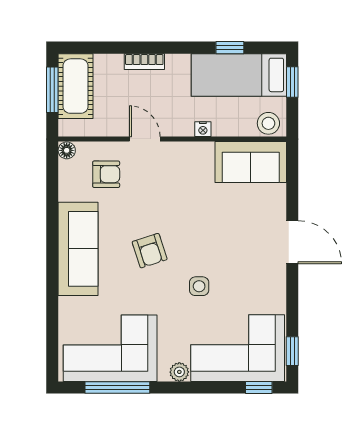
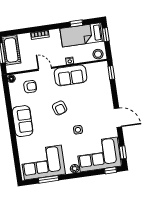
sofa: (251, 162) -> (71, 75), moved
window: (292, 169) -> (111, 73), added
door: (292, 242) -> (118, 118), moved
sofa: (78, 249) -> (23, 121), width x0.73
armchair: (150, 251) -> (60, 108), moved
window: (117, 387) -> (49, 179), width x0.69

